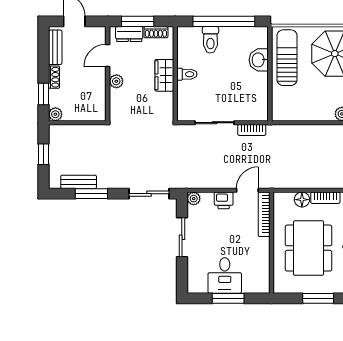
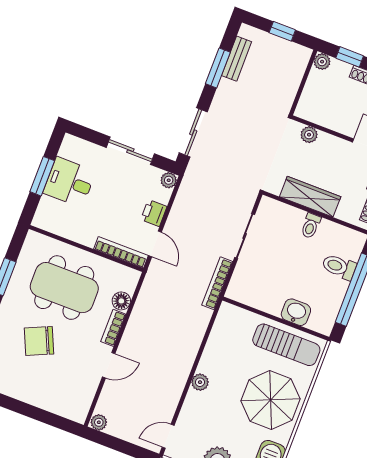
wardrobe: (164, 75) -> (310, 197), width x1.50
plant: (116, 81) -> (309, 135), moved
bookcase: (252, 130) -> (217, 283), width x1.56

